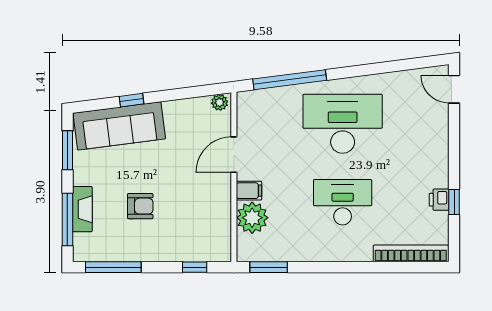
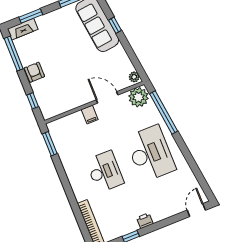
printer: (439, 200) -> (145, 221), moved
armchair: (140, 206) -> (34, 72), moved, turned 180
fireplace: (82, 209) -> (23, 29), moved
plant: (252, 218) -> (139, 97), moved
window: (67, 219) -> (31, 16), width x0.69

